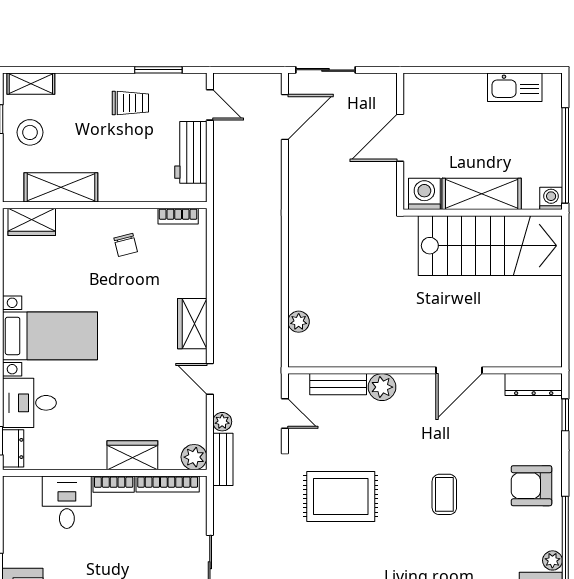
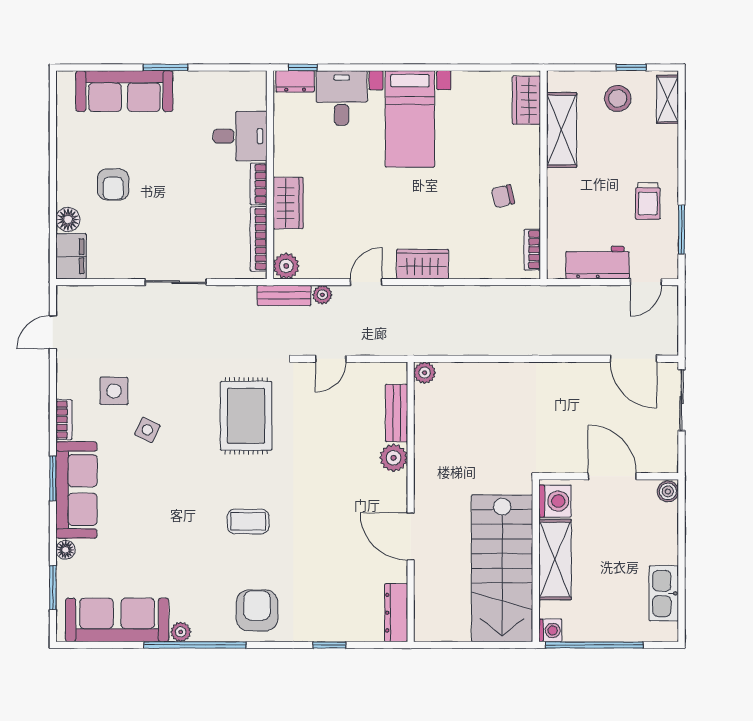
boiler: (415, 83) -> (668, 491), added
wall: (425, 370) -> (411, 502), moved
door: (459, 370) -> (411, 537), moved
bench: (338, 384) -> (397, 413), moved
dresser: (534, 385) -> (396, 613), moved
plant: (382, 387) -> (394, 458), moved

